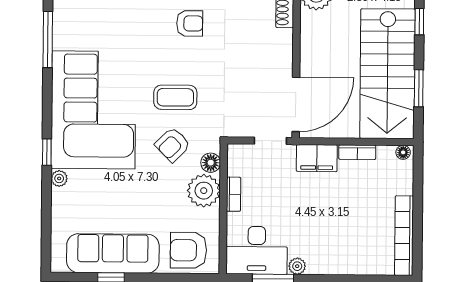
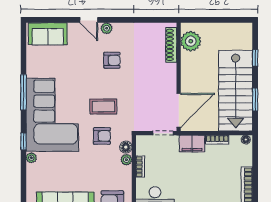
window: (48, 40) -> (23, 92), moved
armchair: (173, 145) -> (102, 136), turned -135
plant: (204, 191) -> (126, 160), width x0.53, depth x0.53

